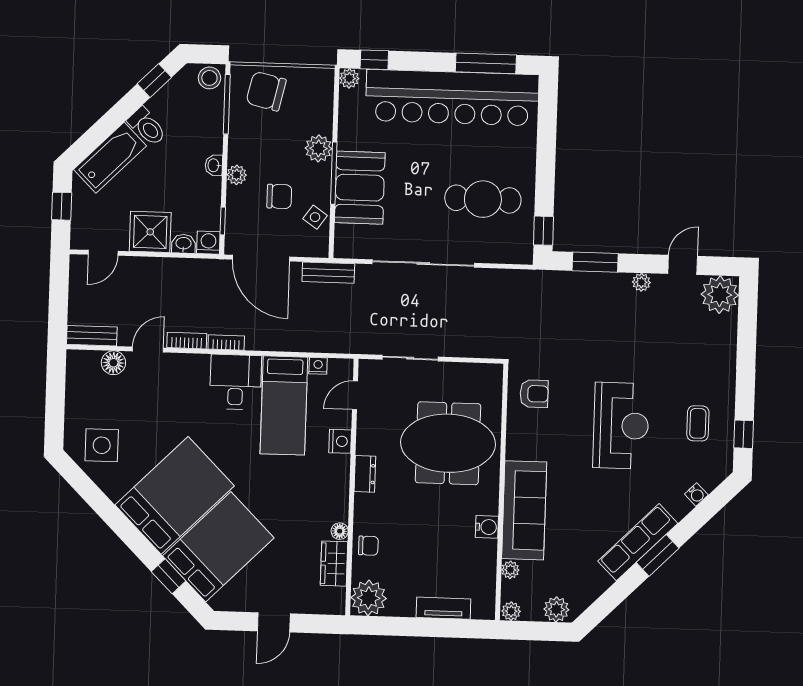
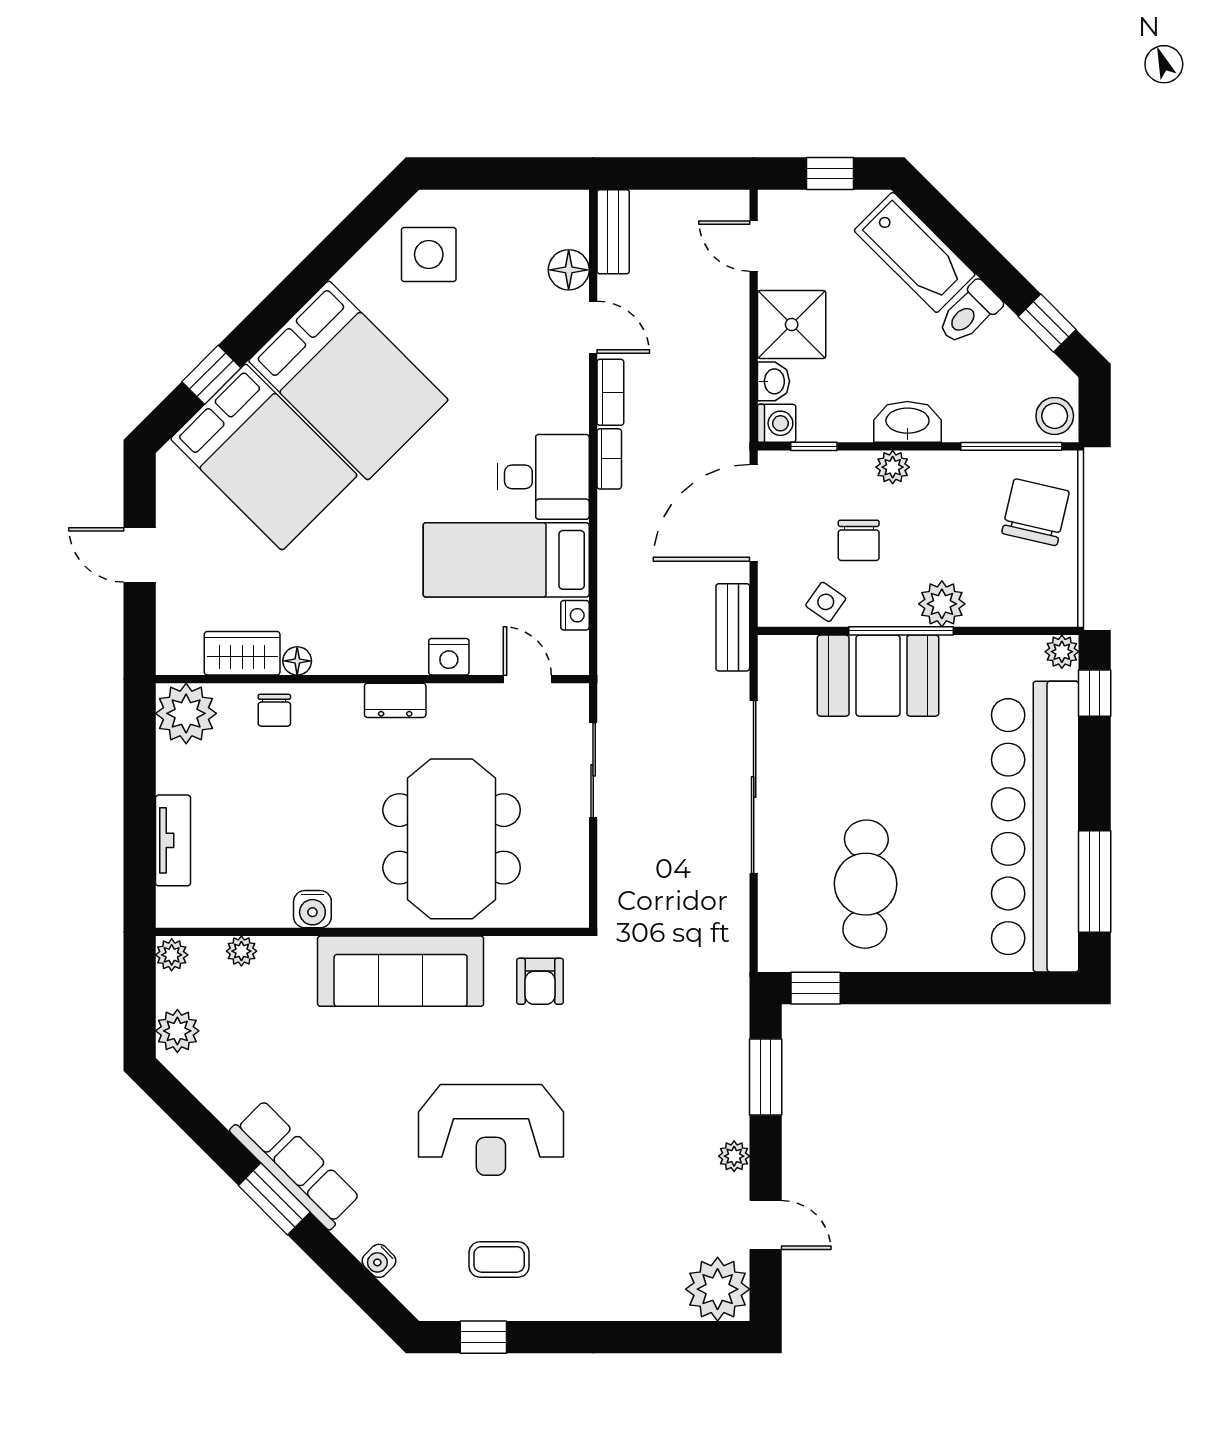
washbasin: (214, 165) -> (907, 422), width x1.91, depth x1.45
sofa: (524, 510) -> (401, 971), moved

